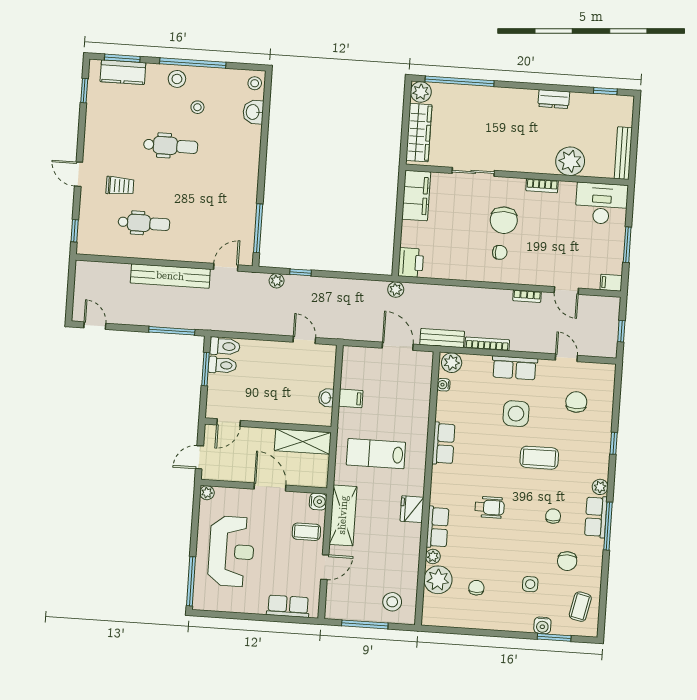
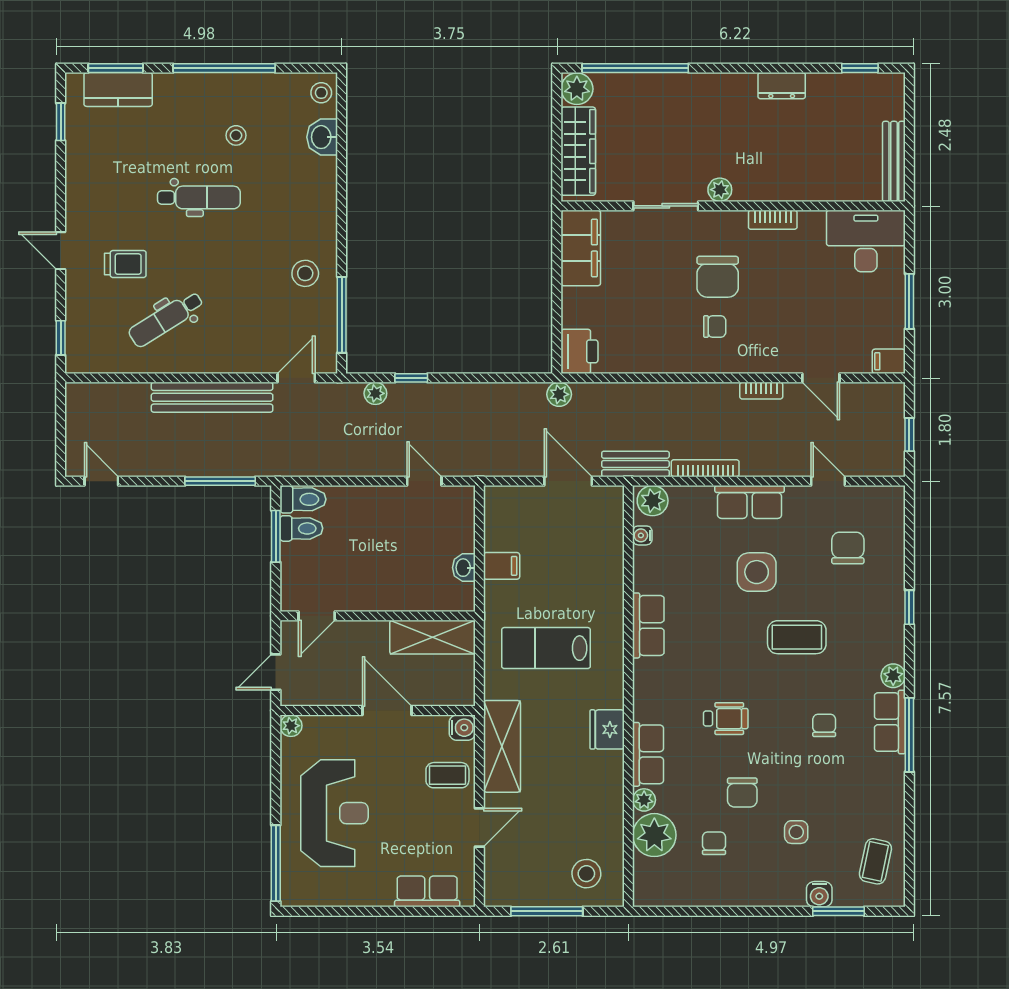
stool: (177, 79) -> (305, 273), moved
plant: (570, 161) -> (720, 190), moved, width x0.53, depth x0.53
dental chair: (144, 223) -> (166, 319), turned 148
chair: (567, 561) -> (742, 793), moved

